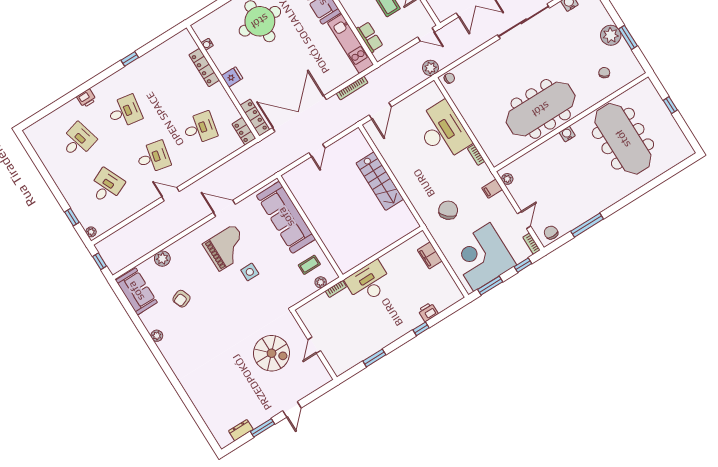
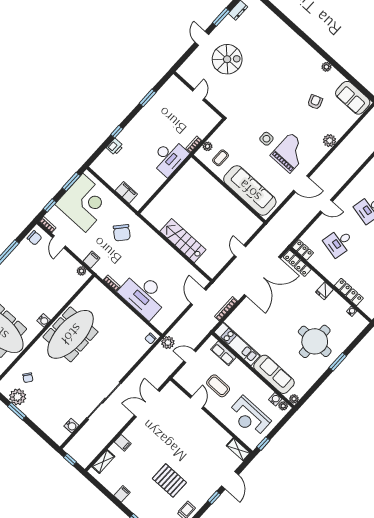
door: (426, 34) -> (190, 356), moved
plant: (611, 35) -> (18, 397), moved
door: (171, 194) -> (326, 206), moved
grand piano: (227, 248) -> (290, 153), turned 180
plant: (162, 259) -> (330, 141), moved
spiral stairs: (272, 353) -> (227, 59), moved, turned 180

